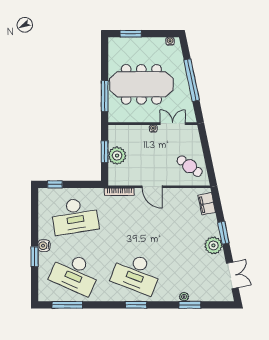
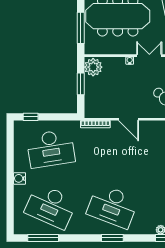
plant: (117, 156) -> (93, 67), moved
window: (35, 257) -> (10, 190), removed

